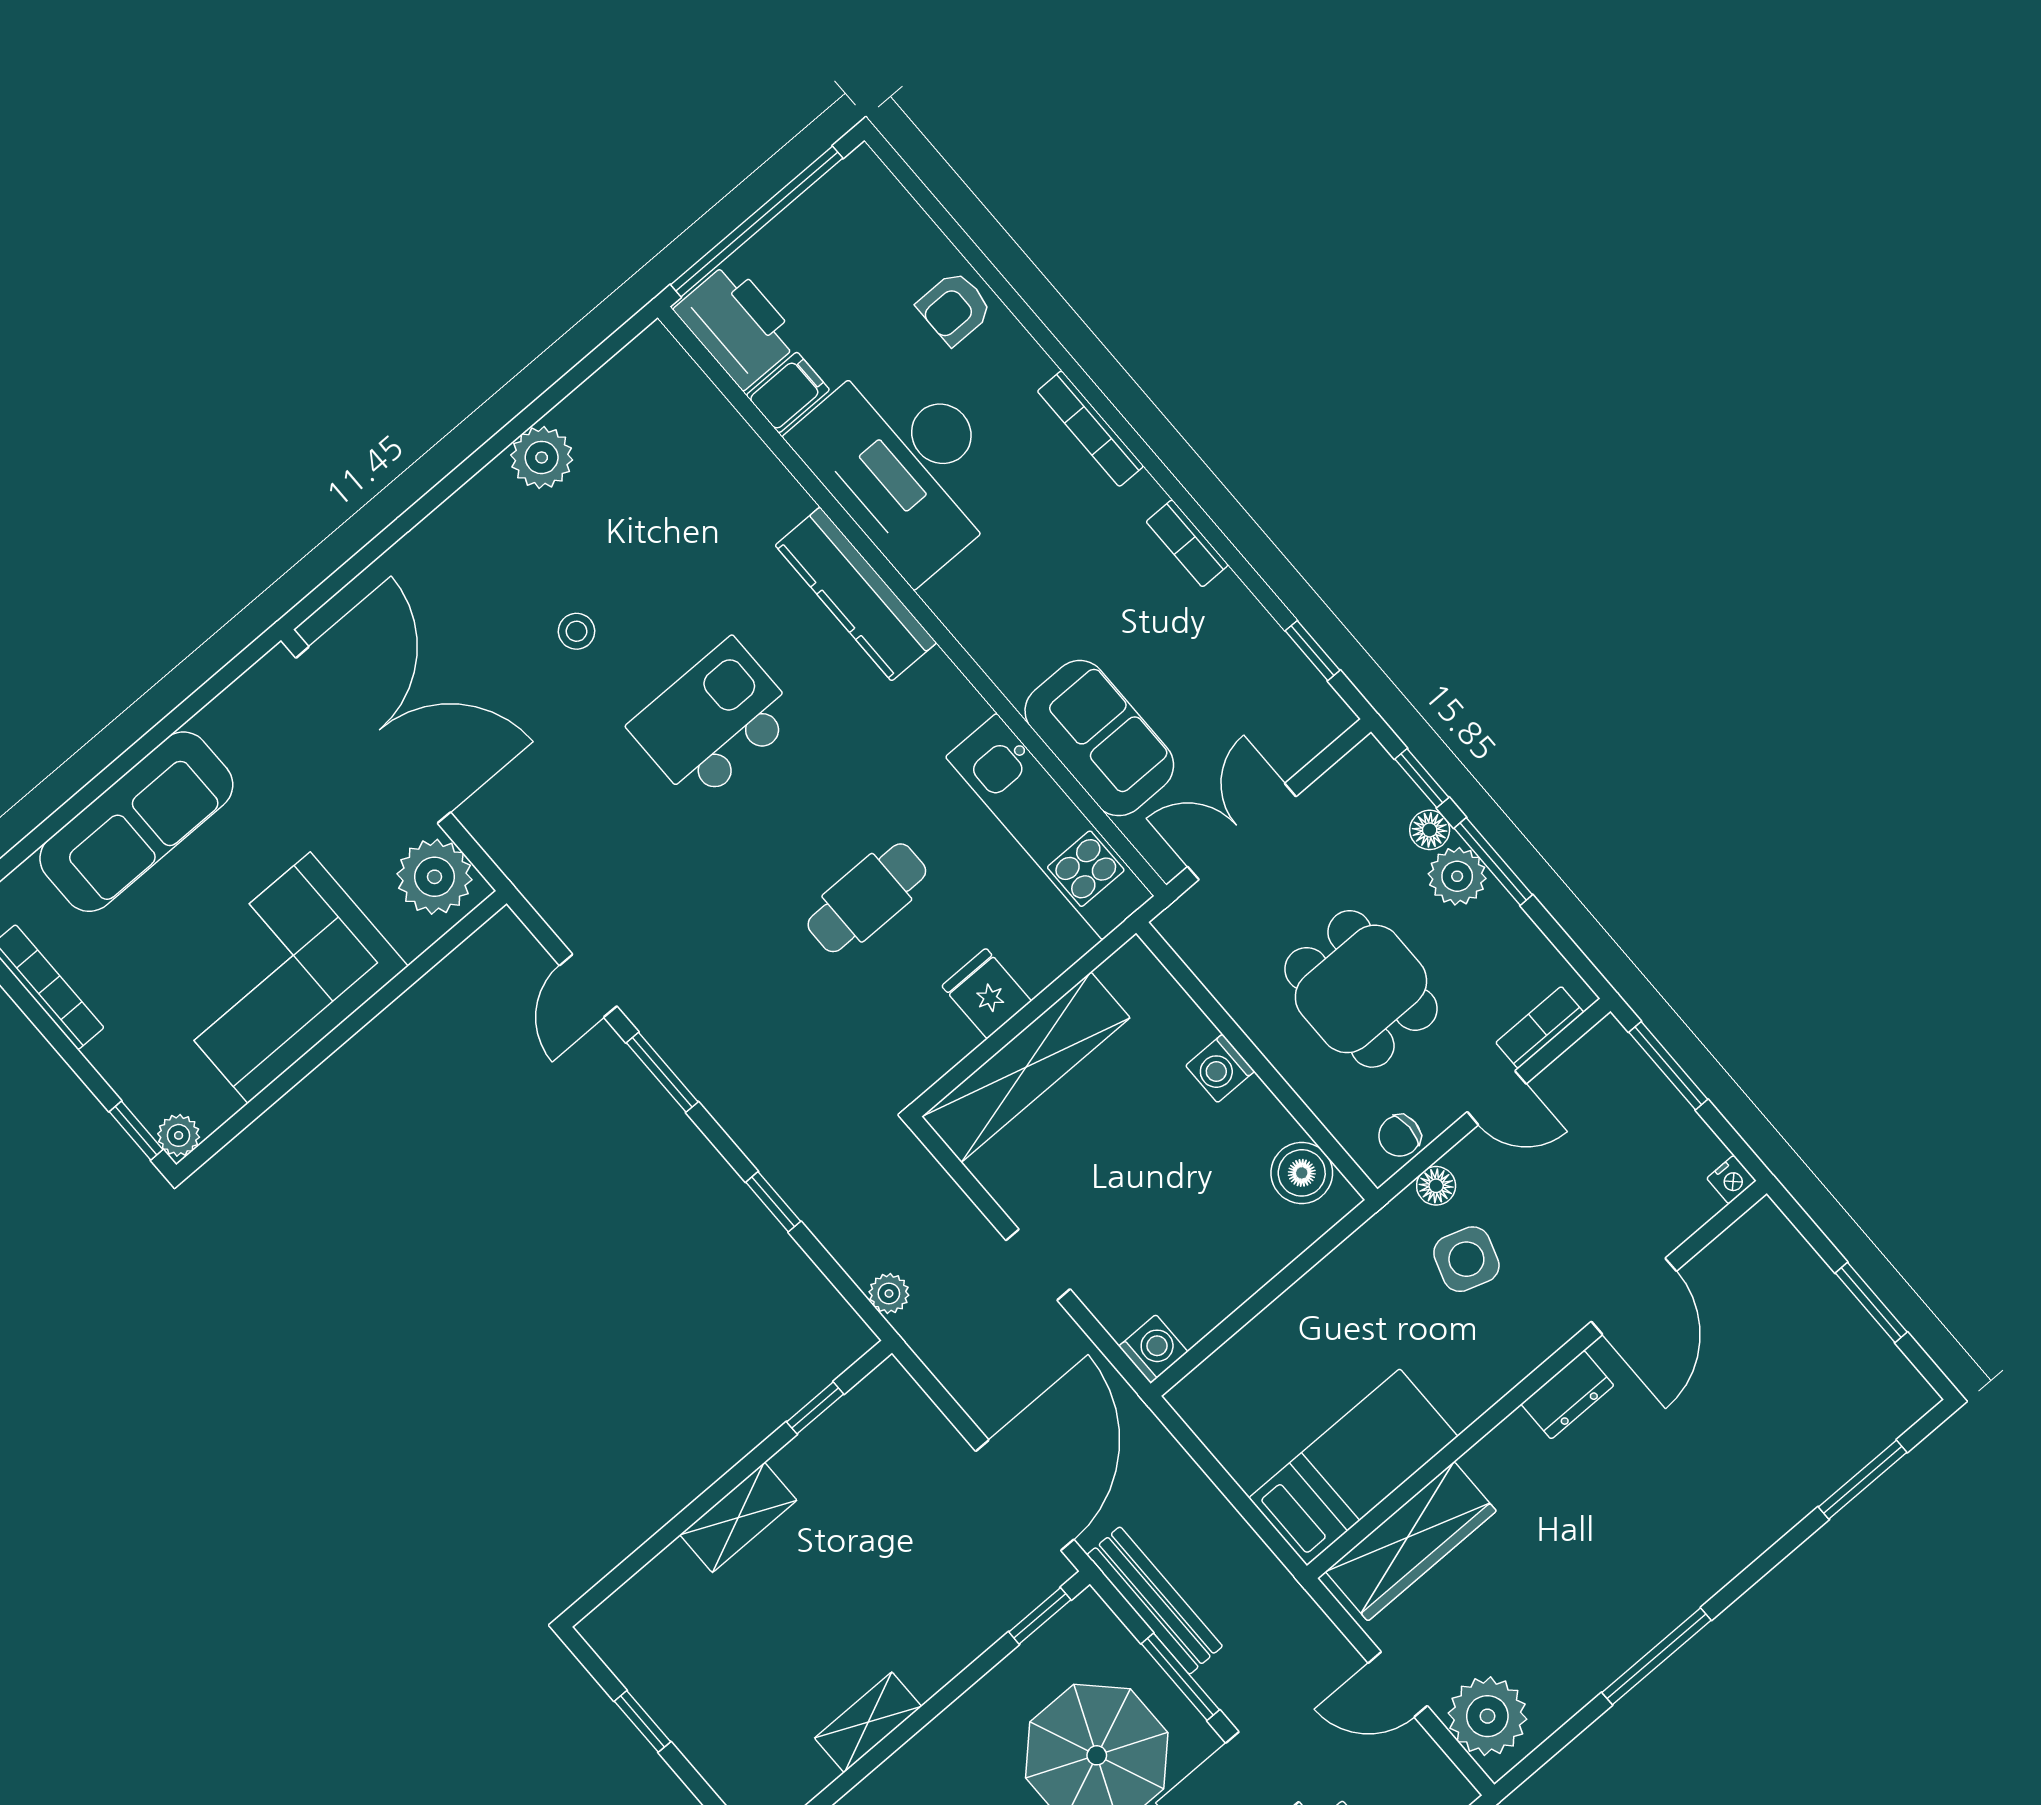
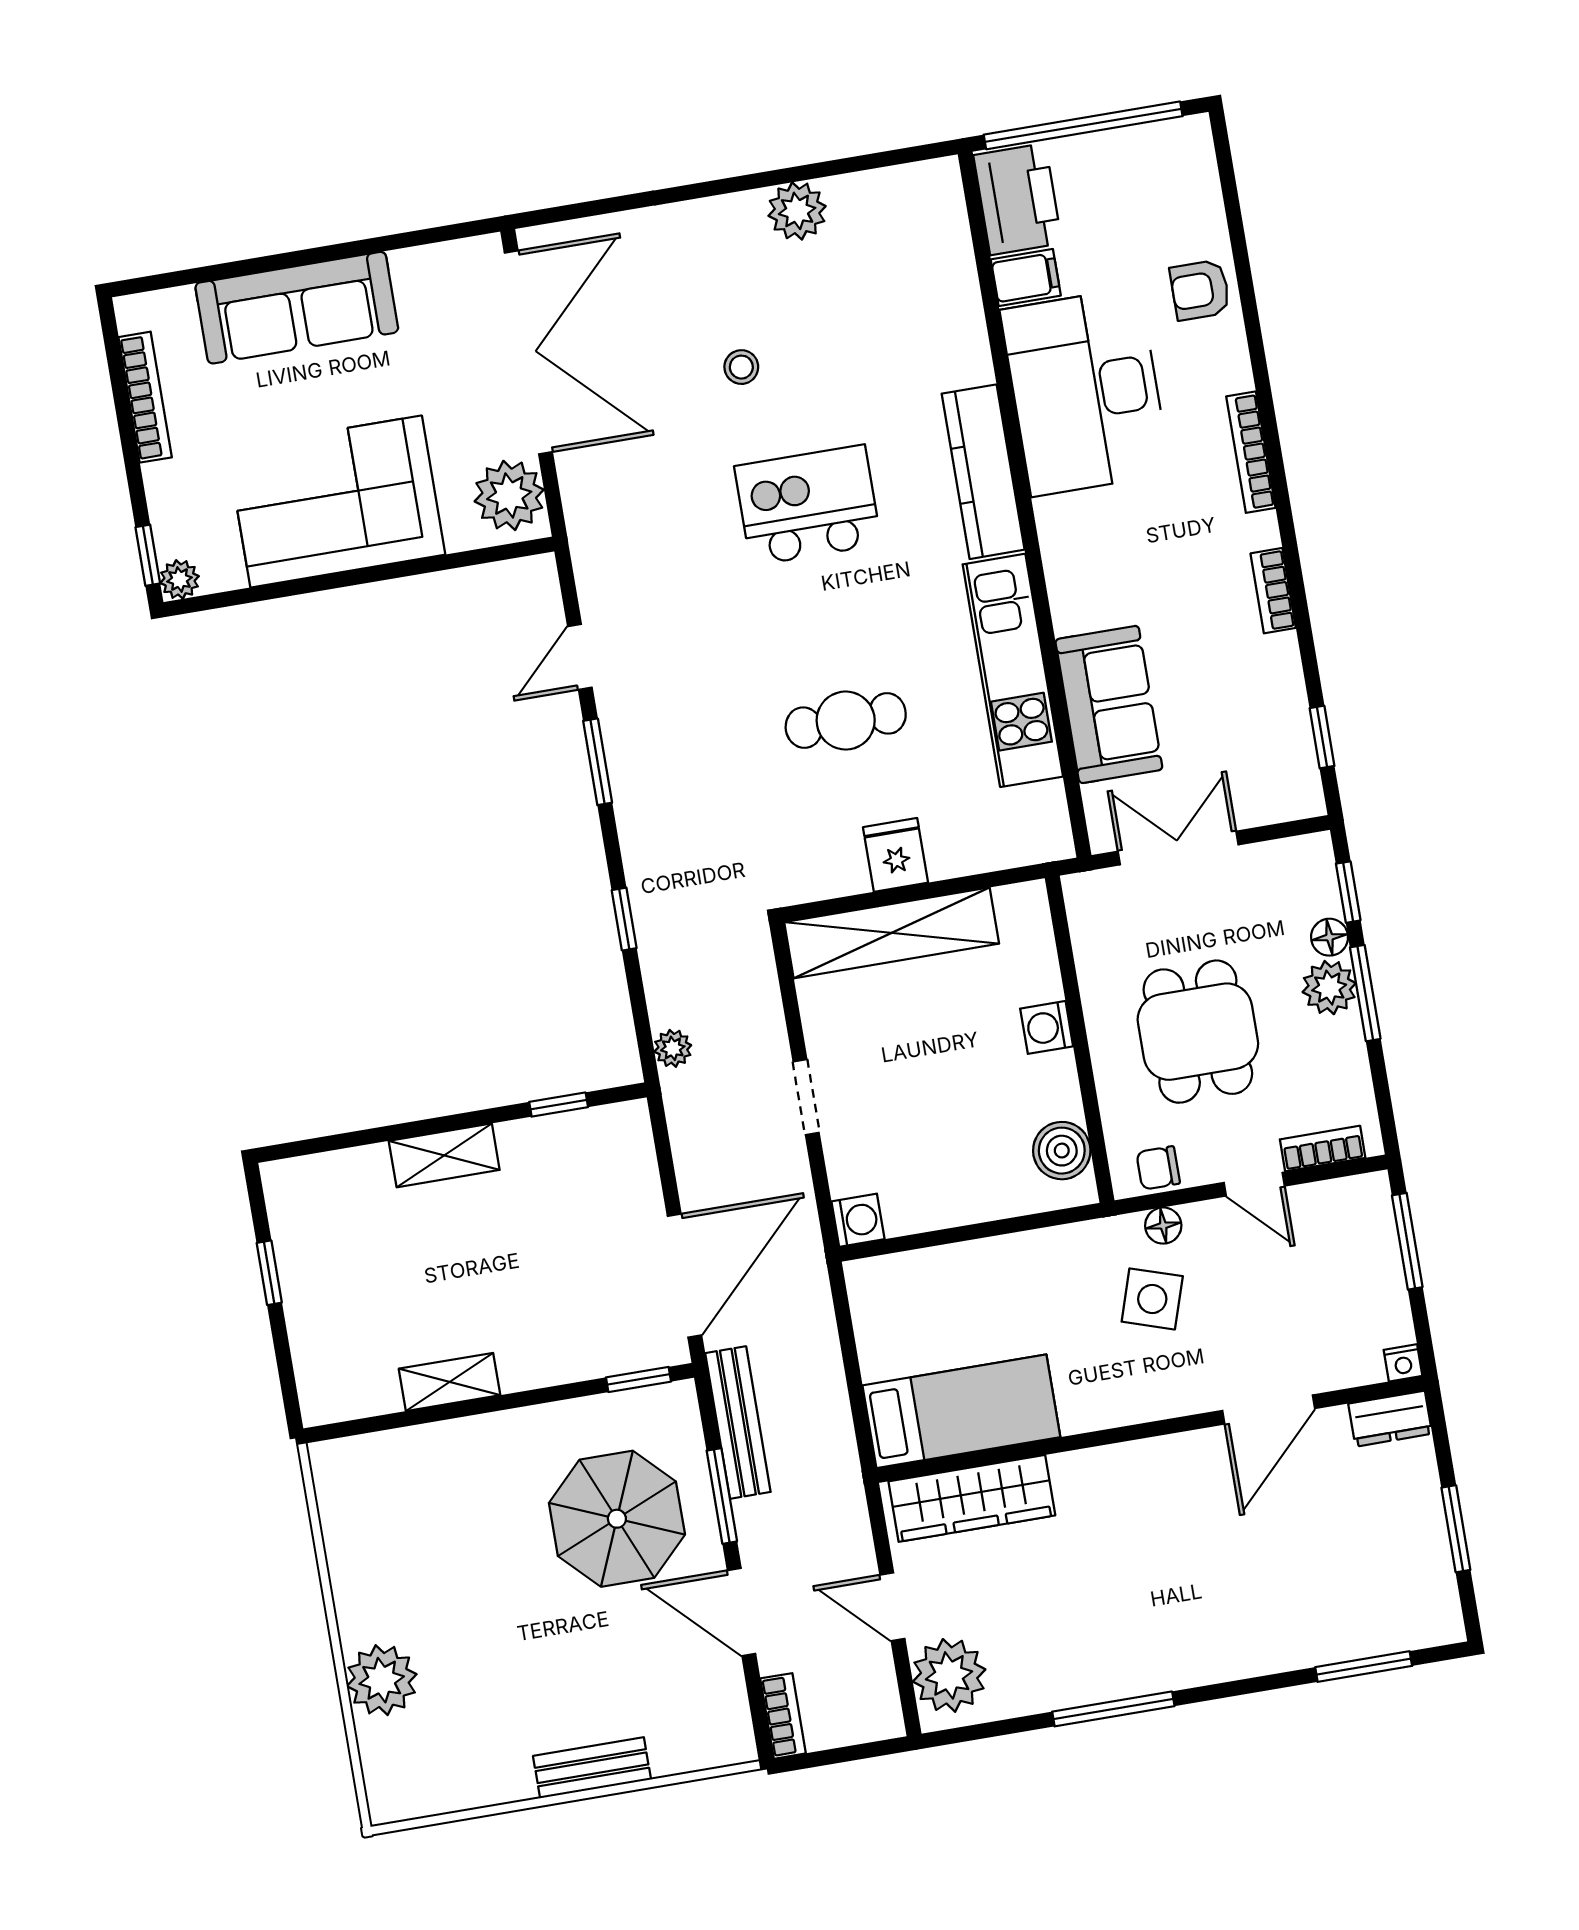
kitchen unit: (1050, 827) -> (1013, 670), moved
dresser: (1567, 1395) -> (1390, 1419), moved

